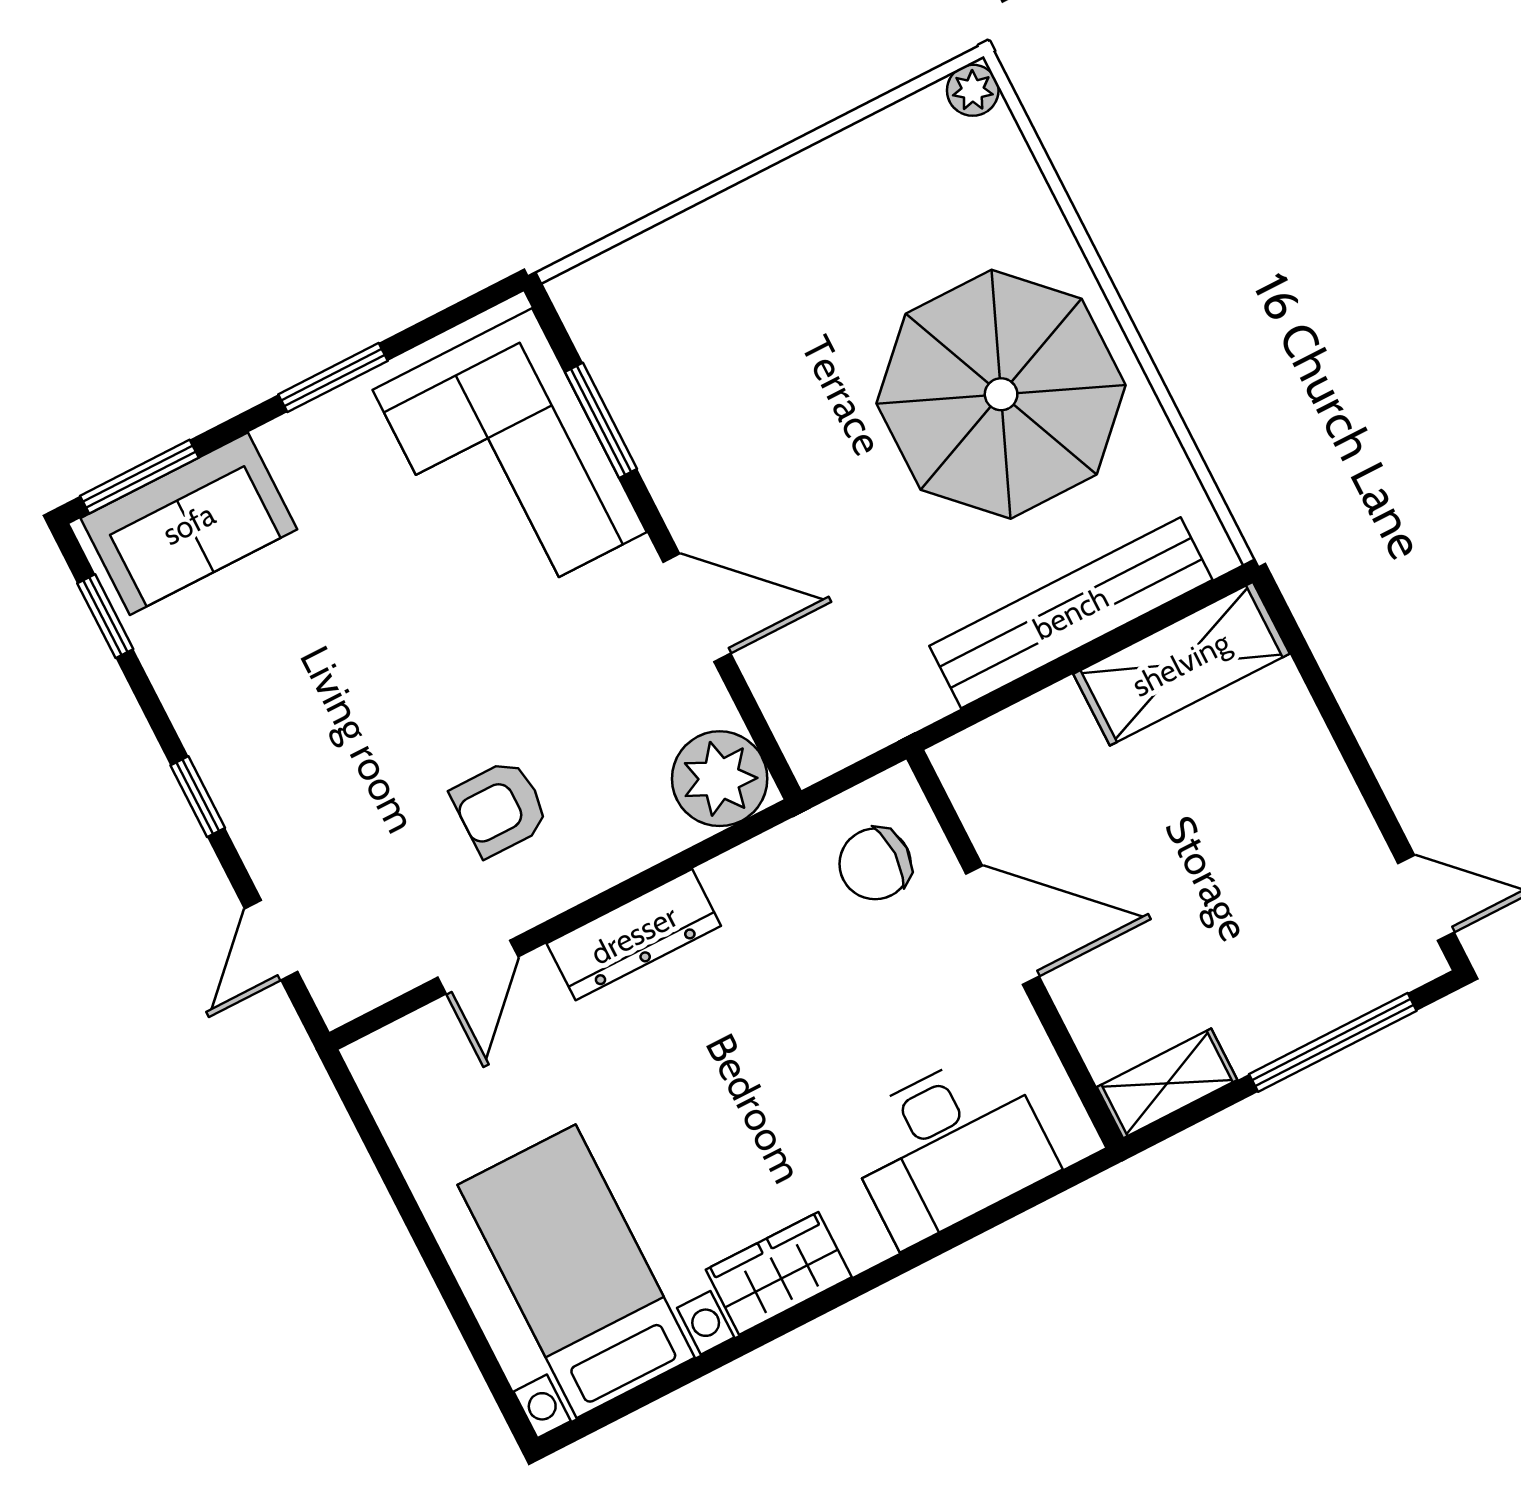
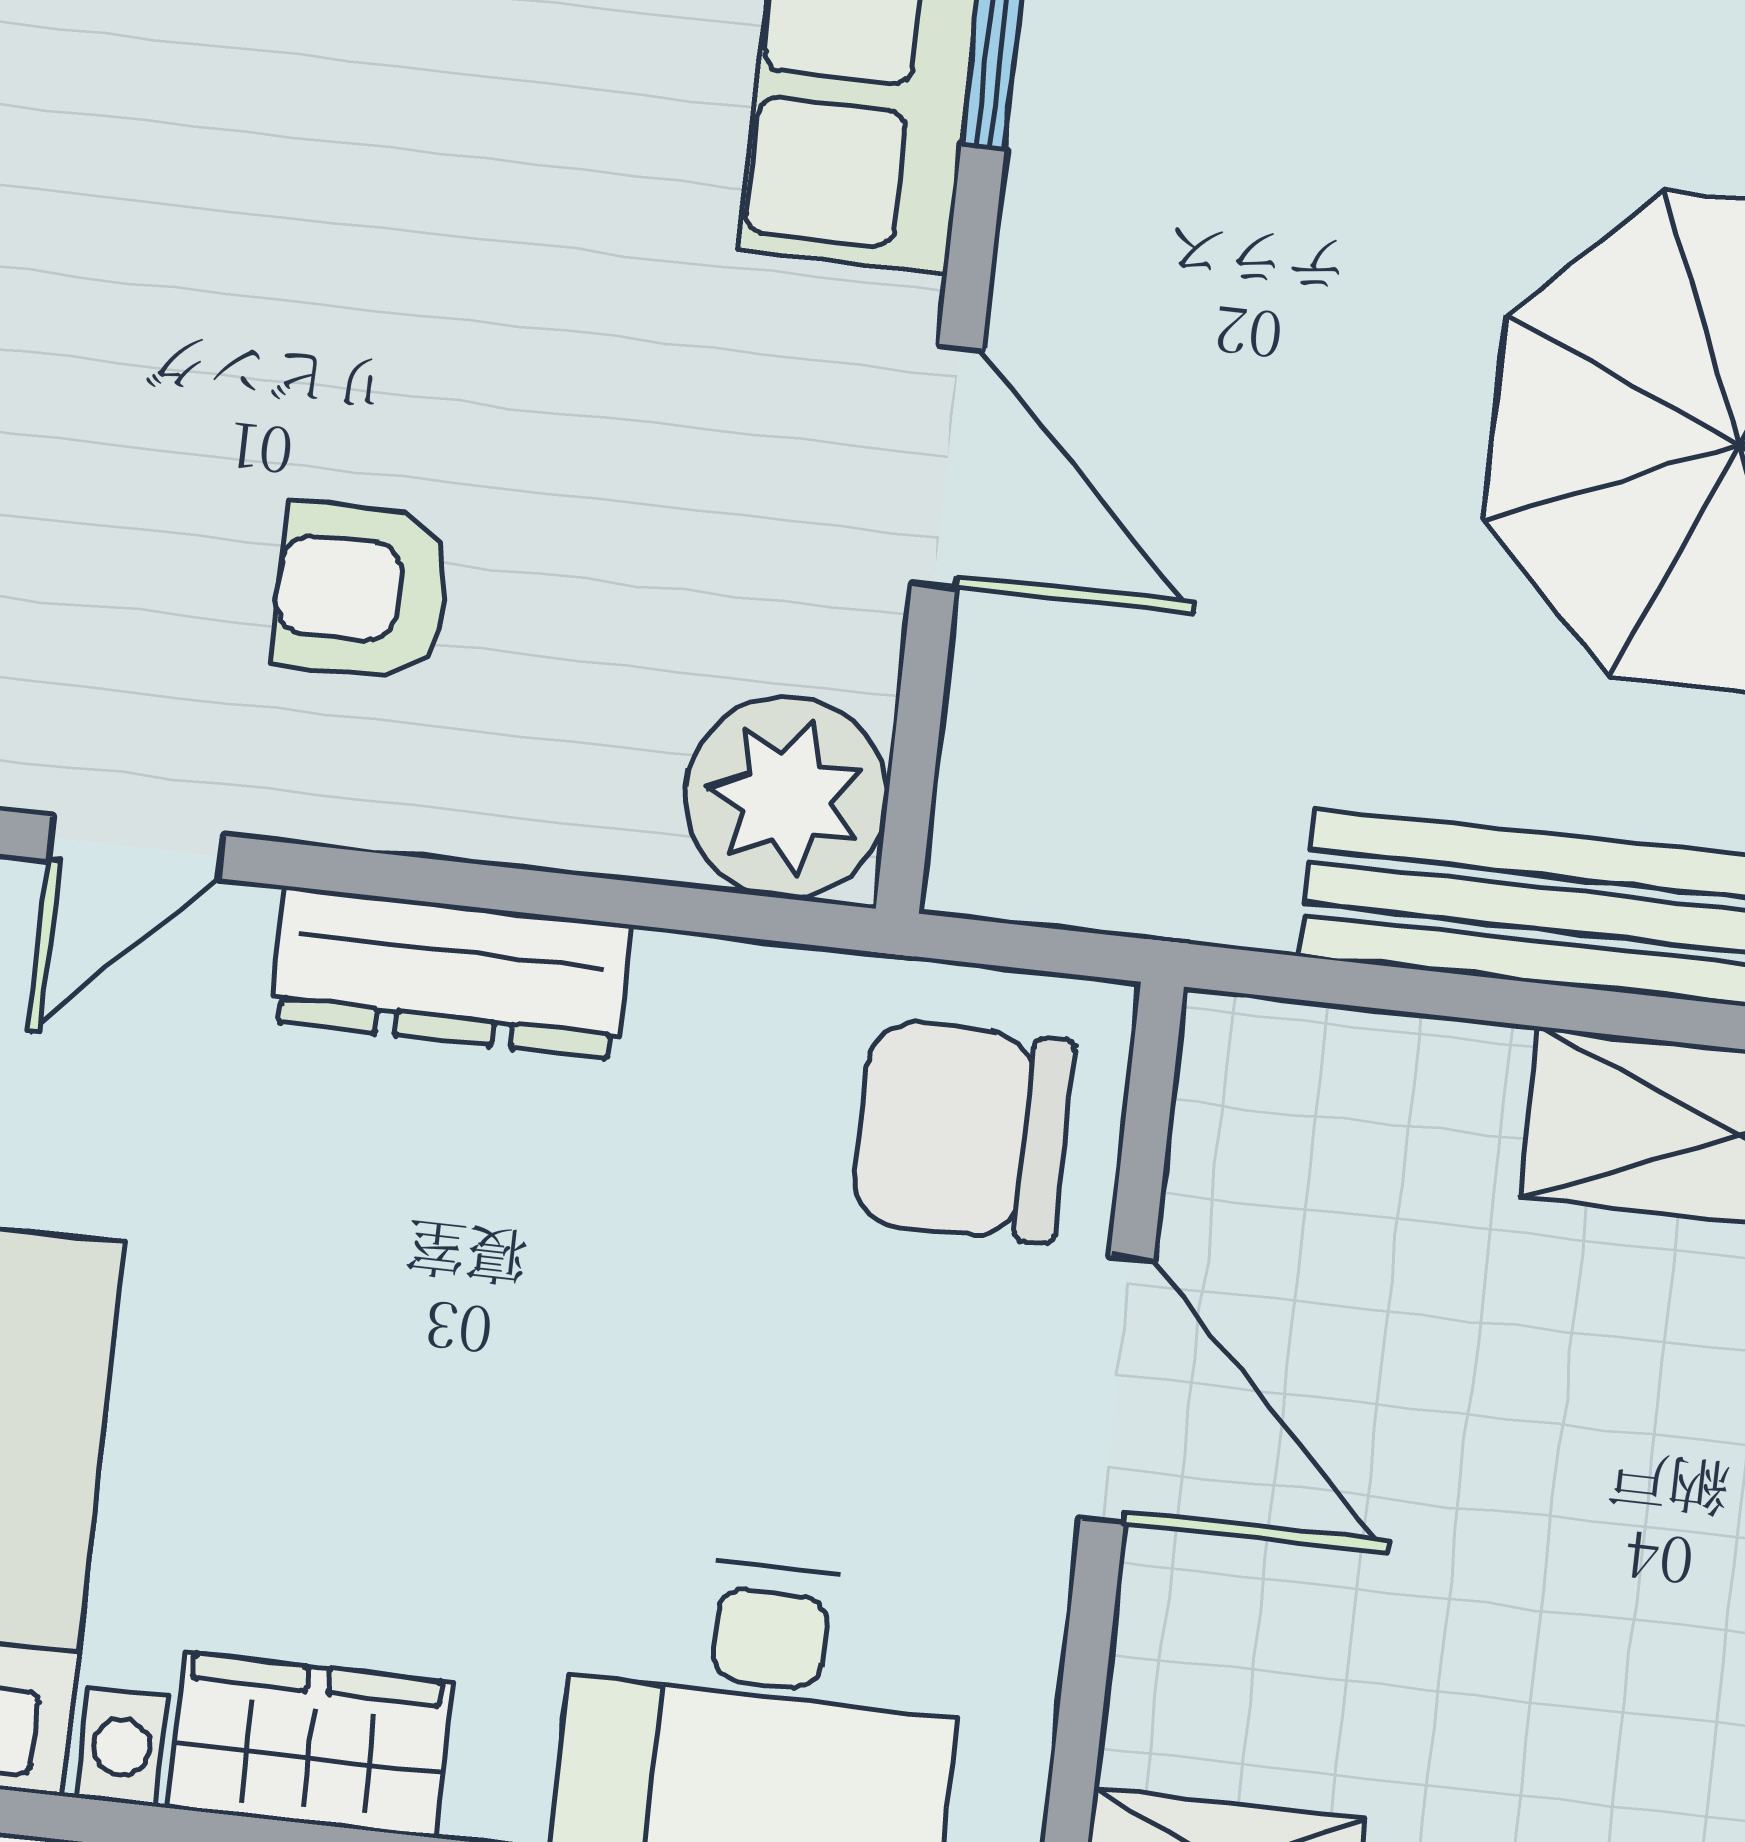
chair: (875, 864) -> (963, 1131), width x1.37, depth x1.37

